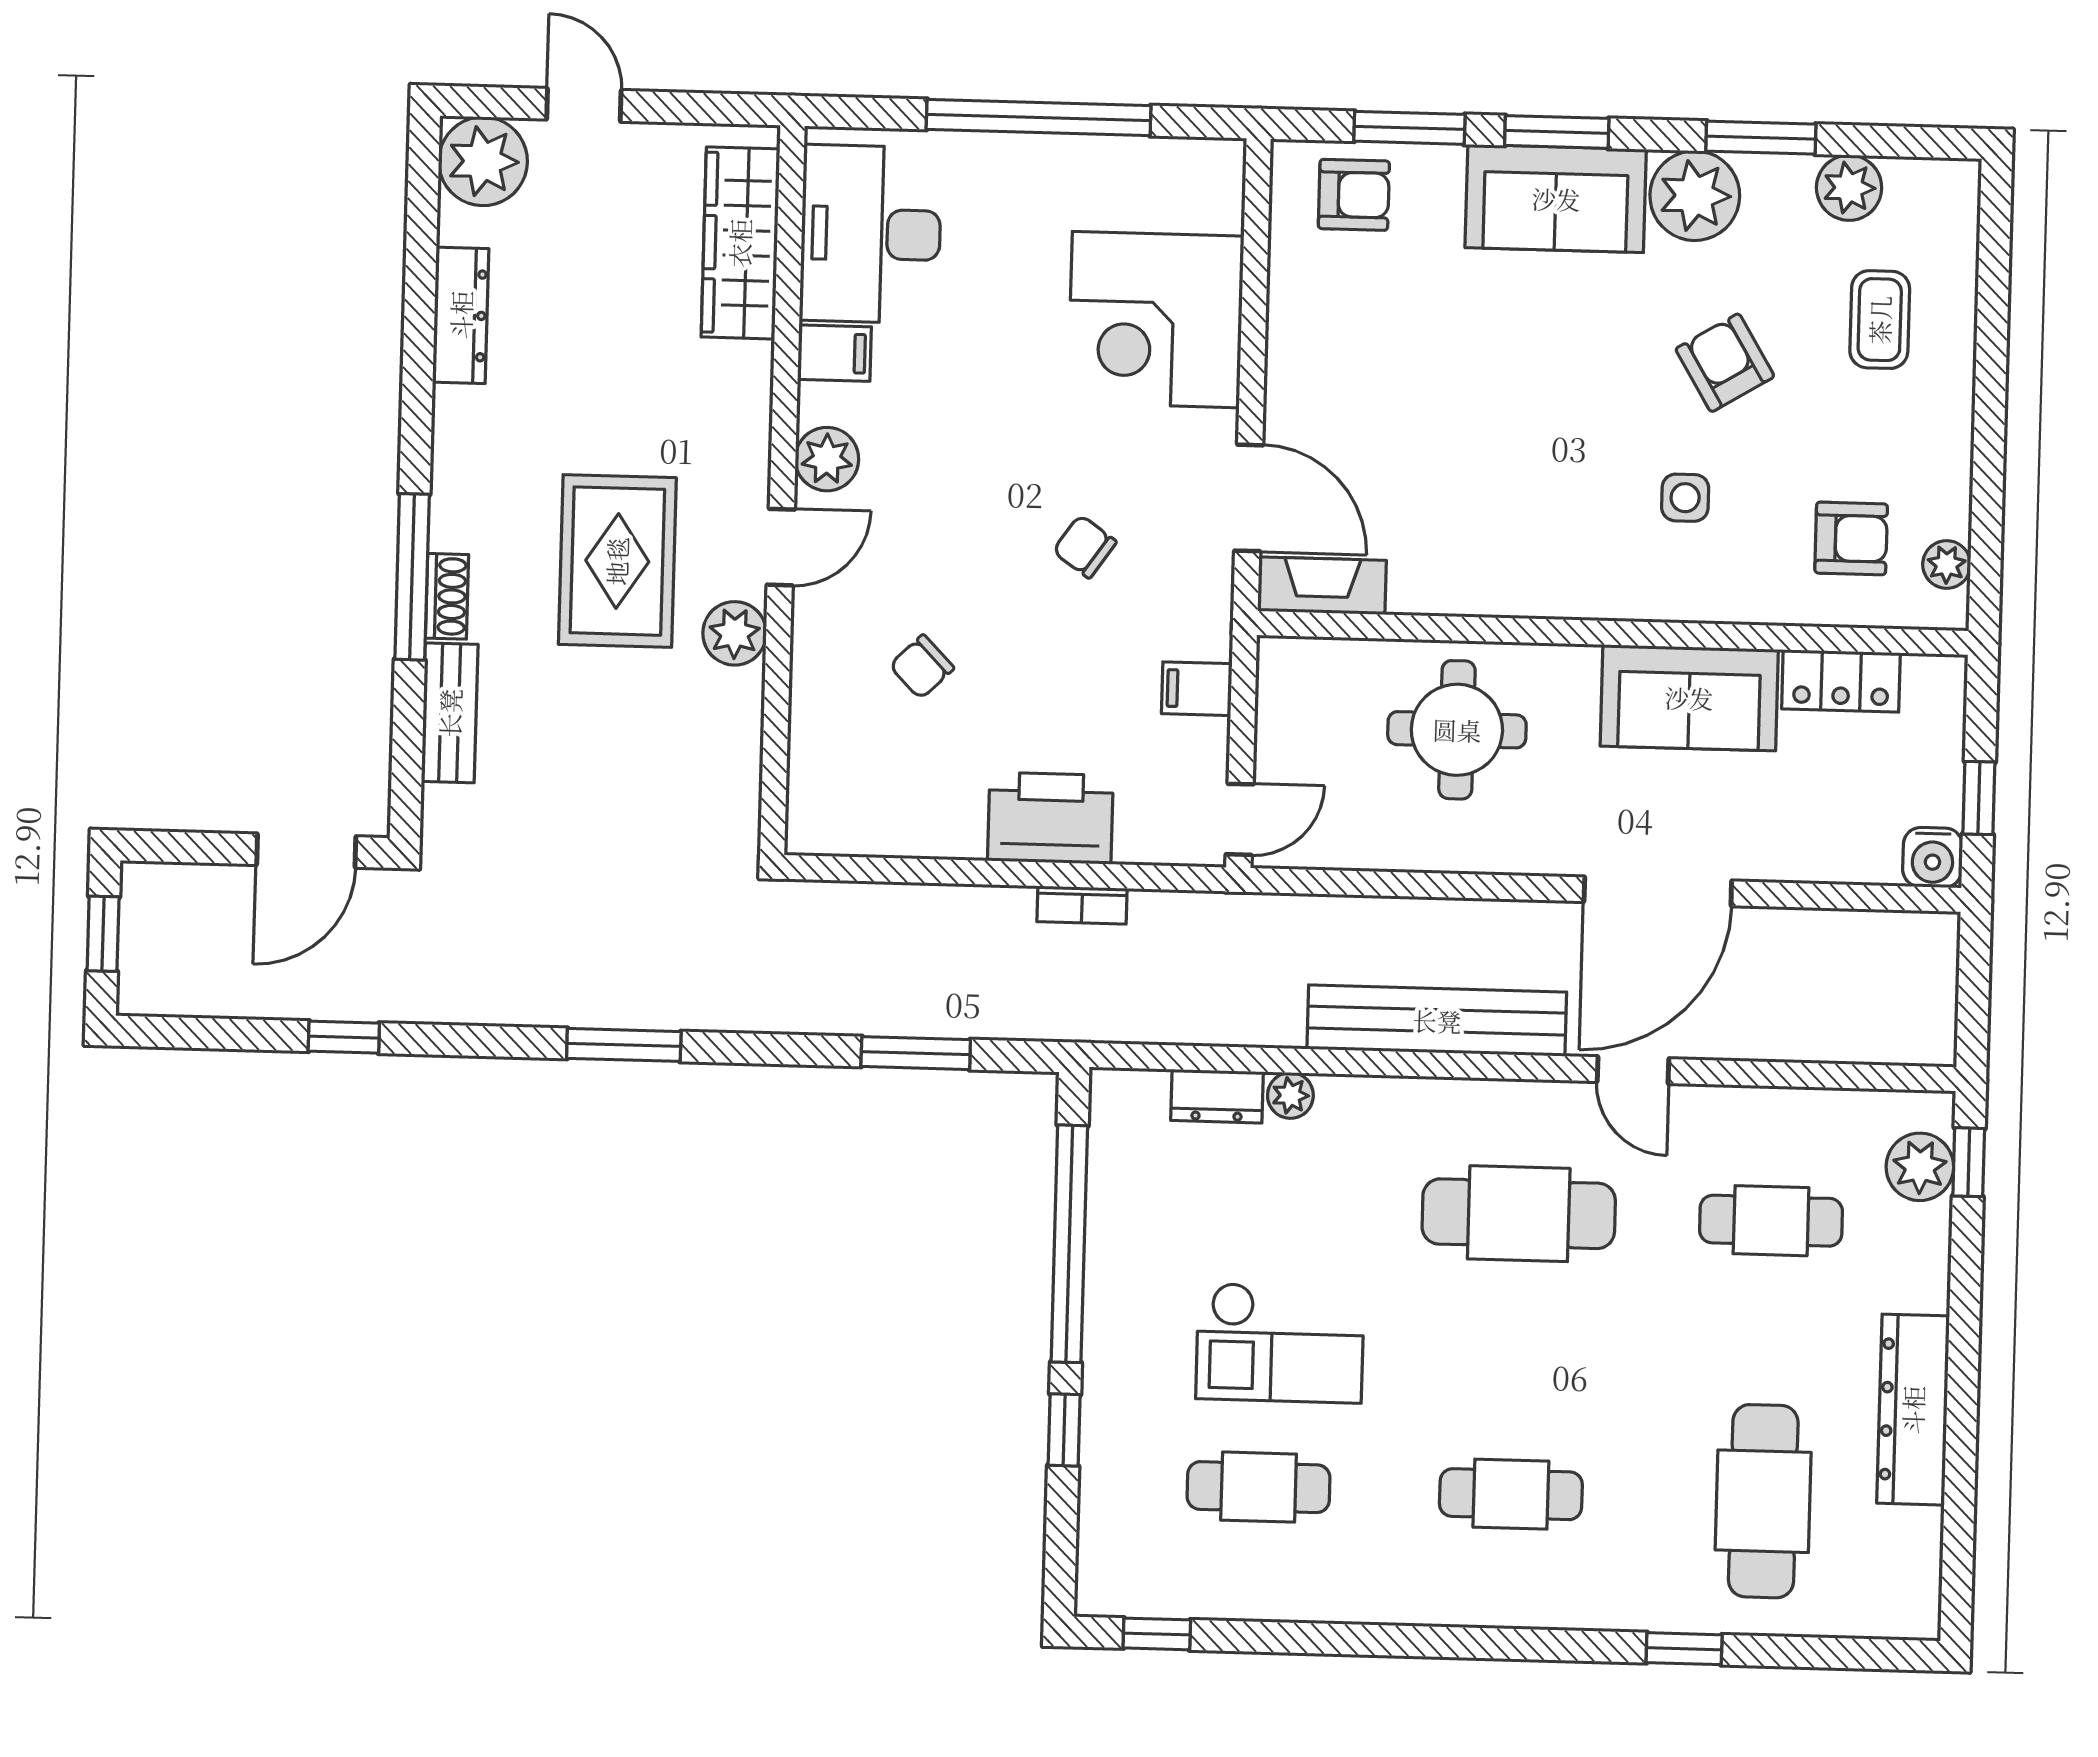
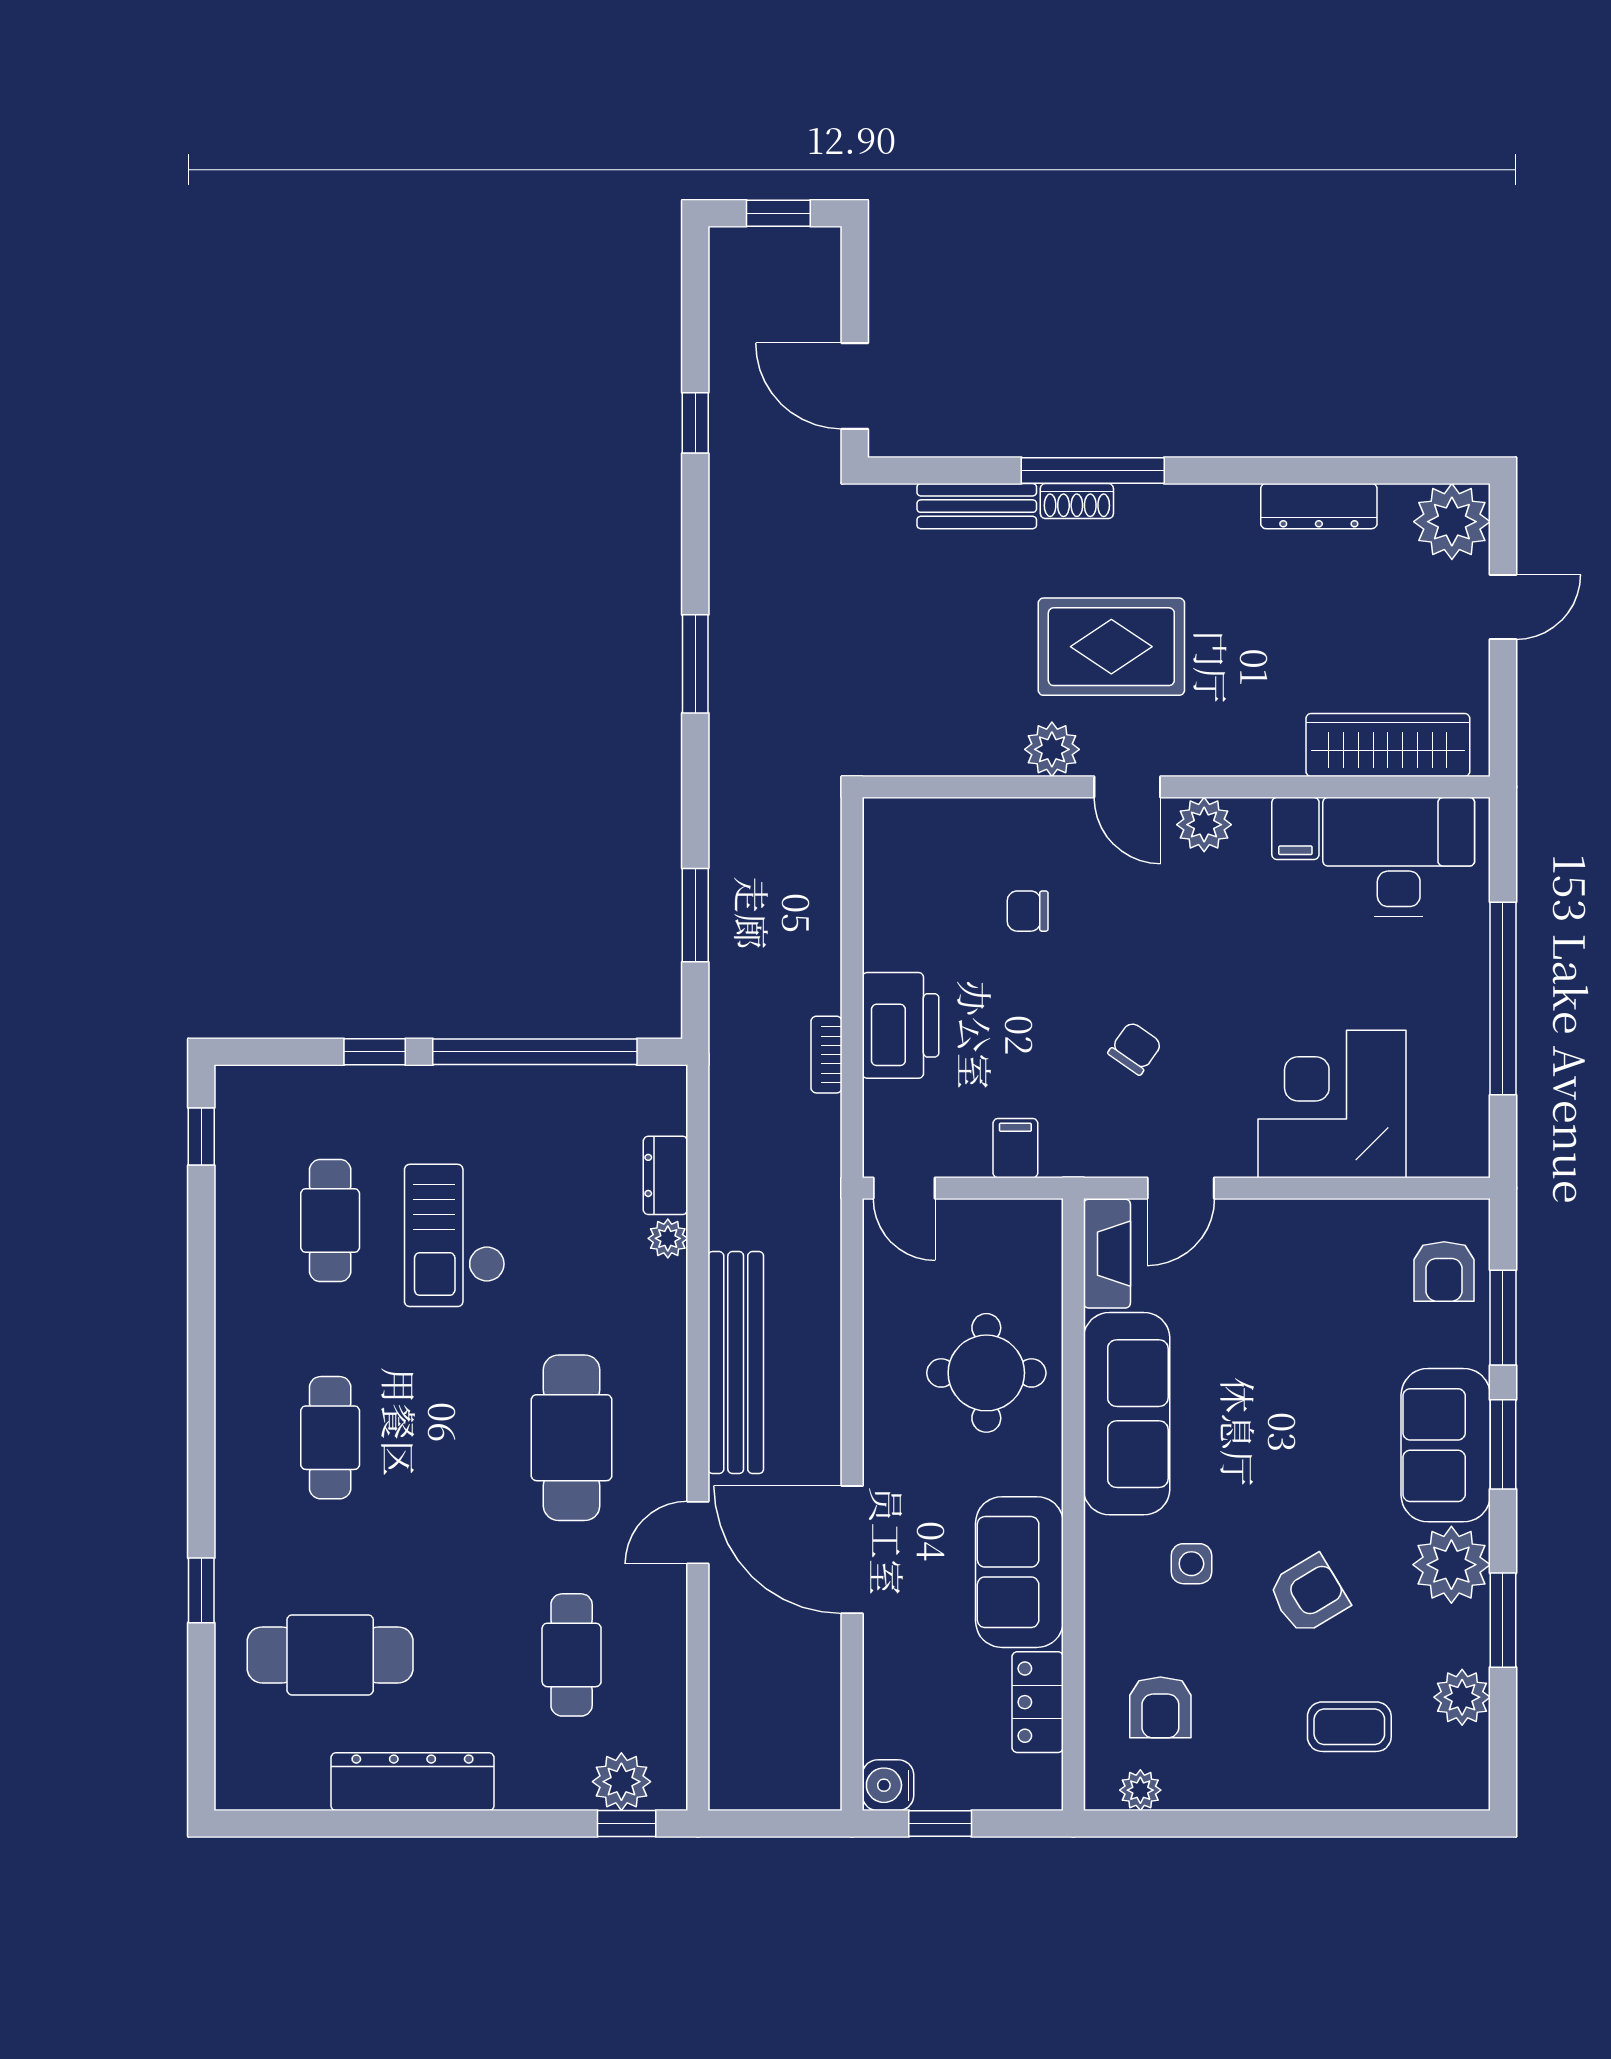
door: (1249, 498) -> (1181, 1188), width x0.73
sofa: (1509, 568) -> (1127, 1414), added
chair: (922, 667) -> (1028, 911), turned -46

